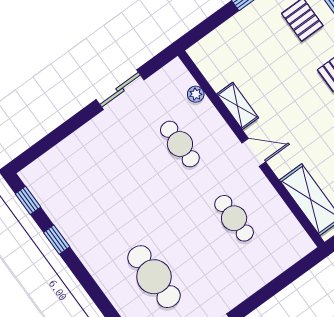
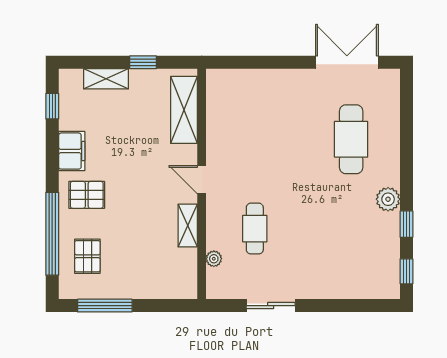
cafe table: (234, 218) -> (255, 139), removed
plant: (87, 249) -> (388, 199), added

